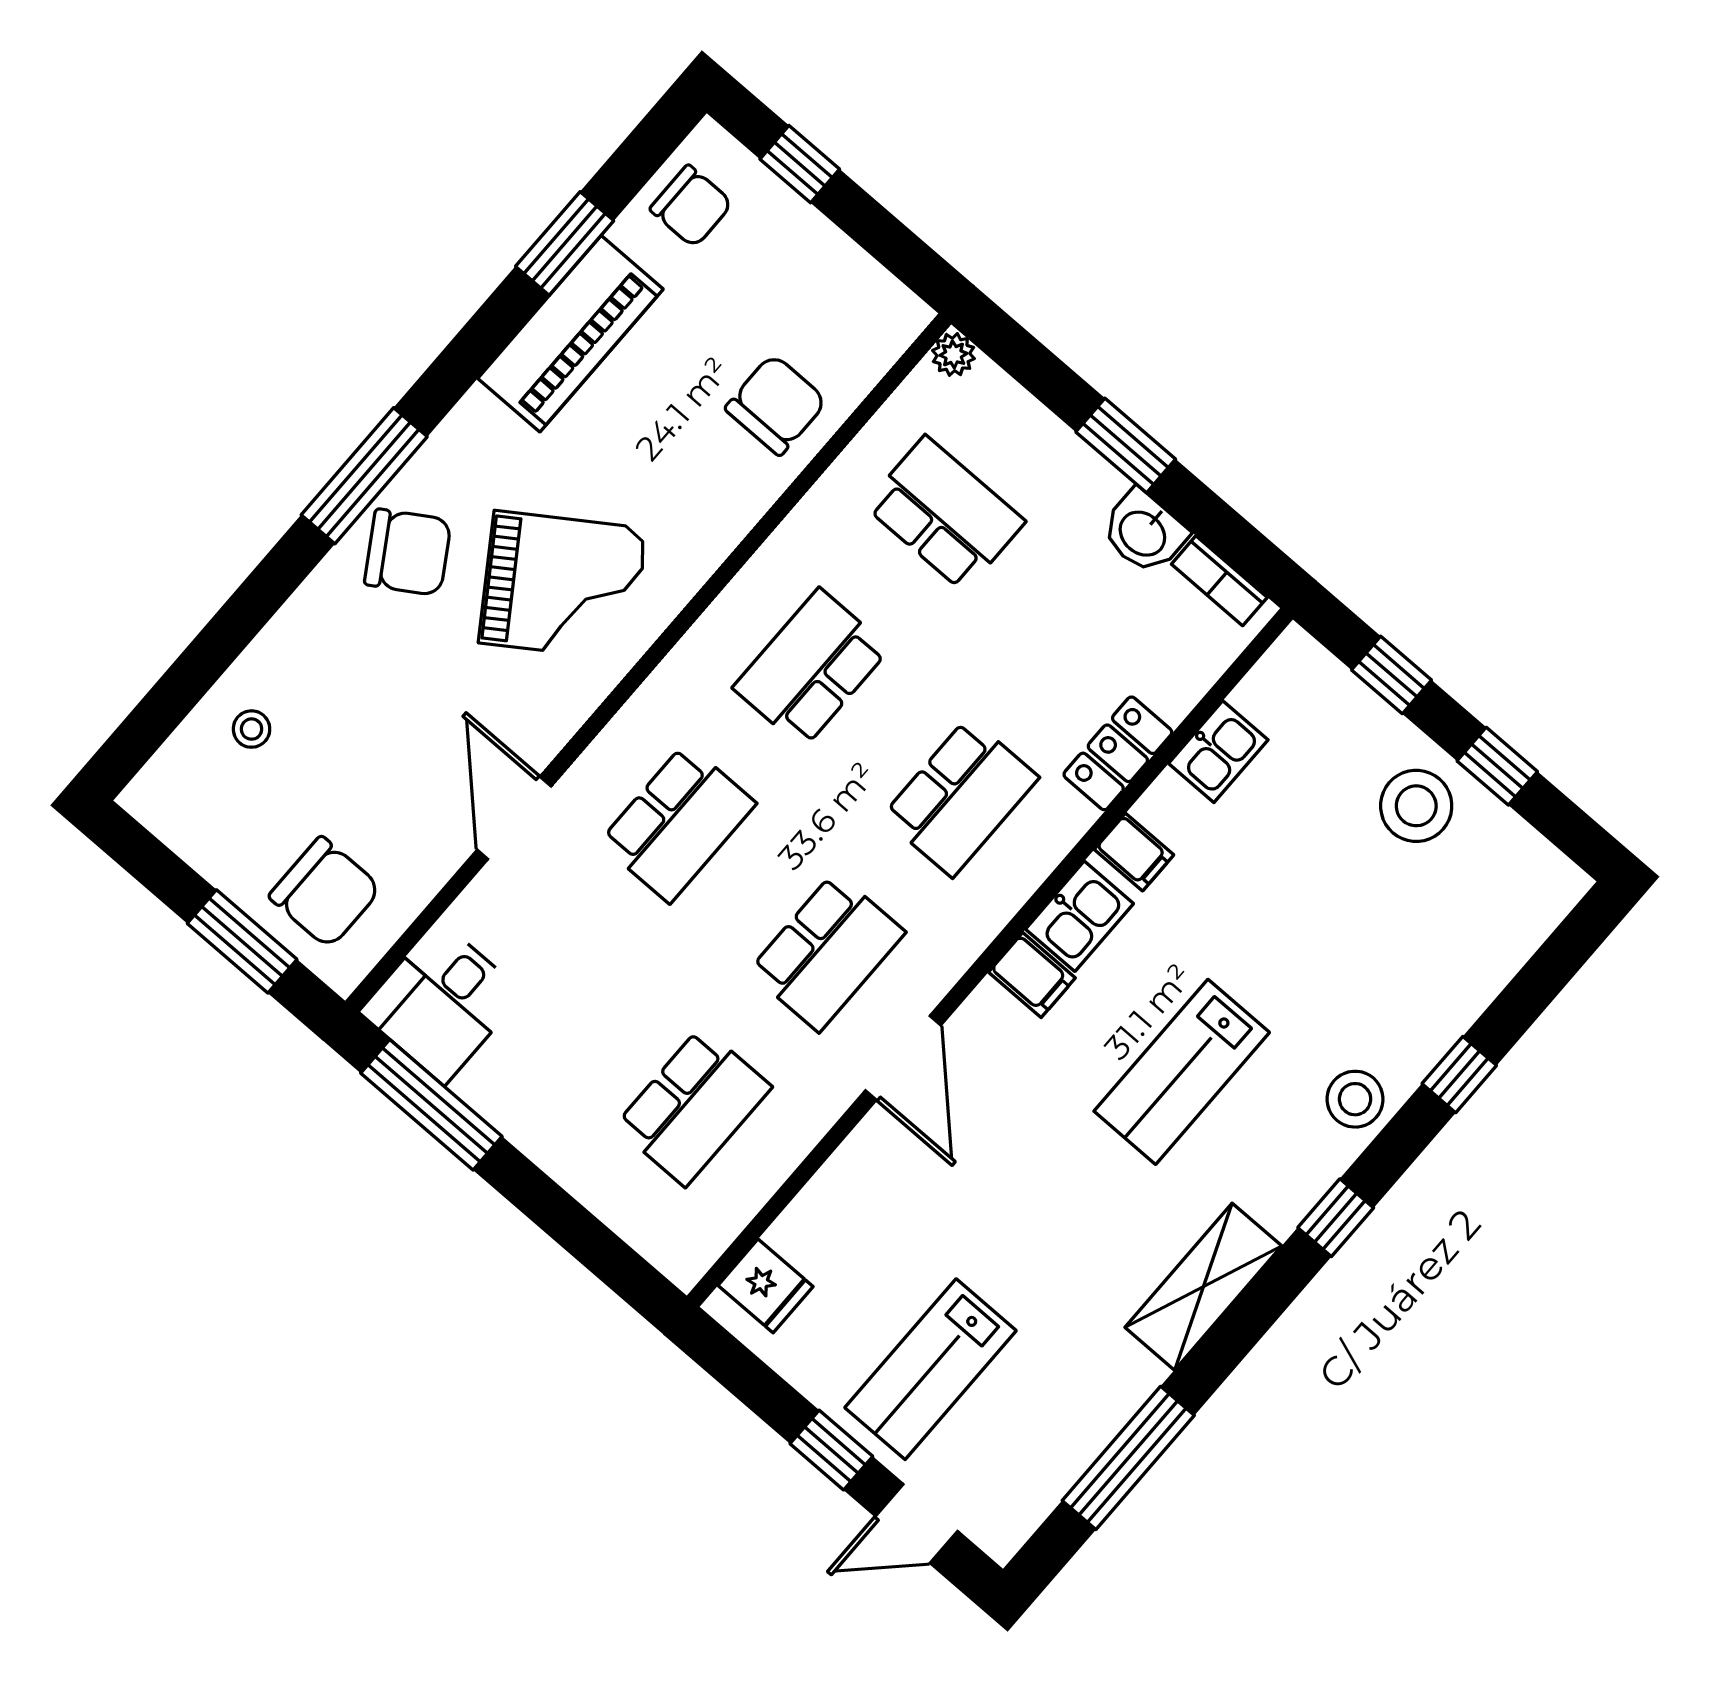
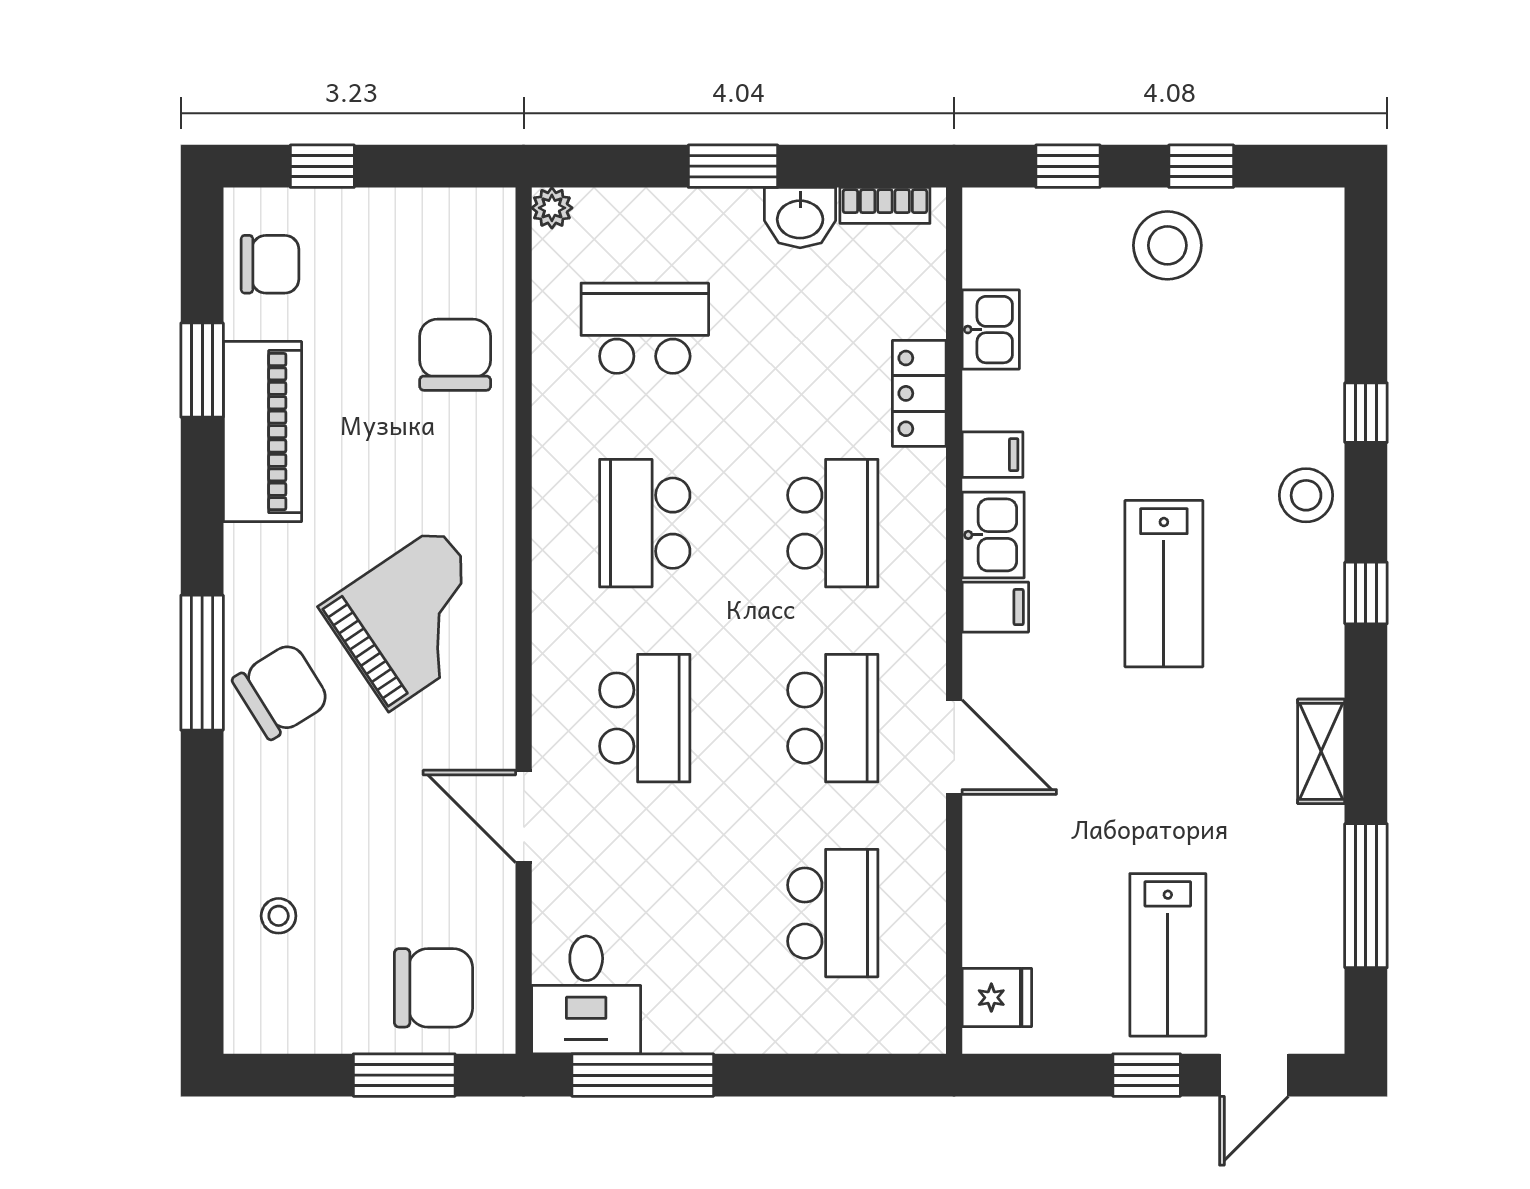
shelving: (1203, 1287) -> (1321, 751), width x0.67, depth x0.75

